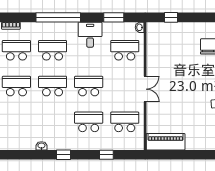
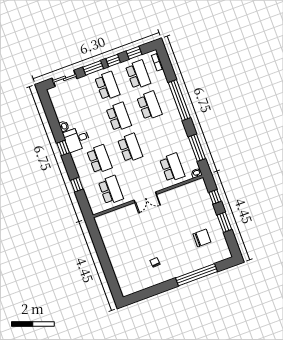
window: (114, 17) -> (197, 148), width x1.44
window: (201, 17) -> (224, 222), added
desk: (90, 35) -> (77, 139), moved, turned 180
piano: (166, 142) -> (107, 231), removed

